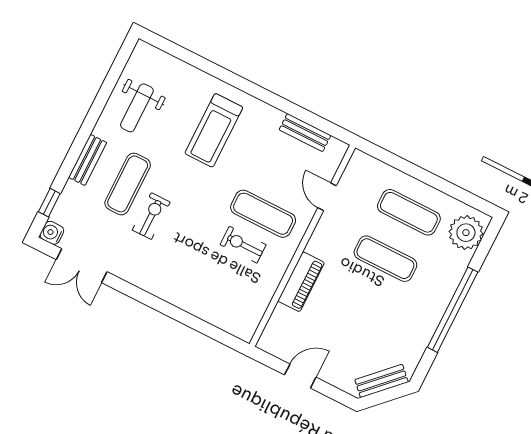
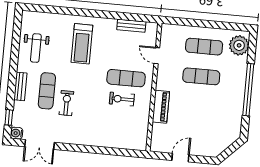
bench: (381, 381) -> (225, 143), removed

